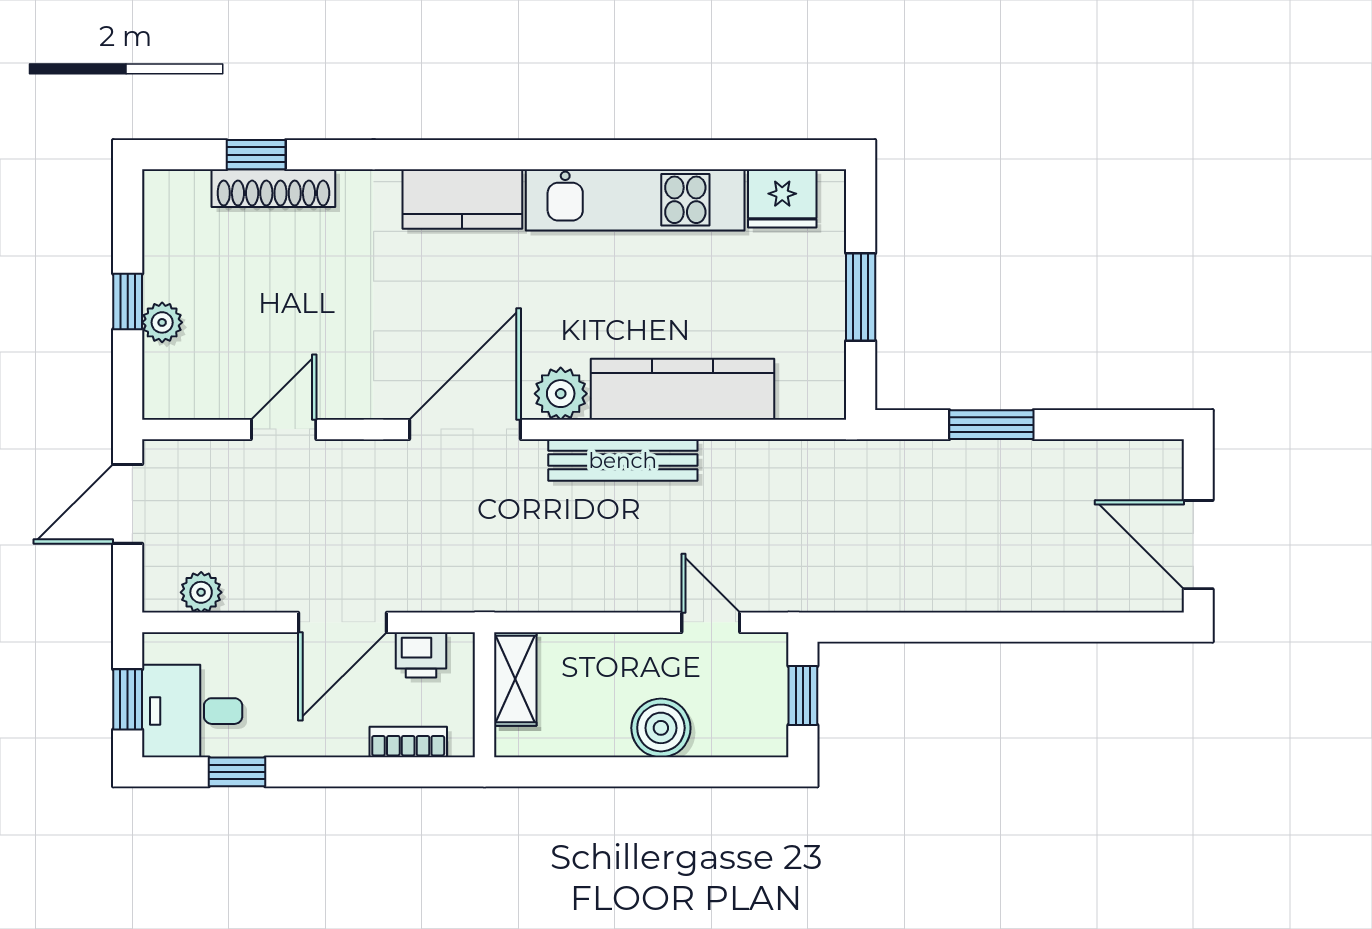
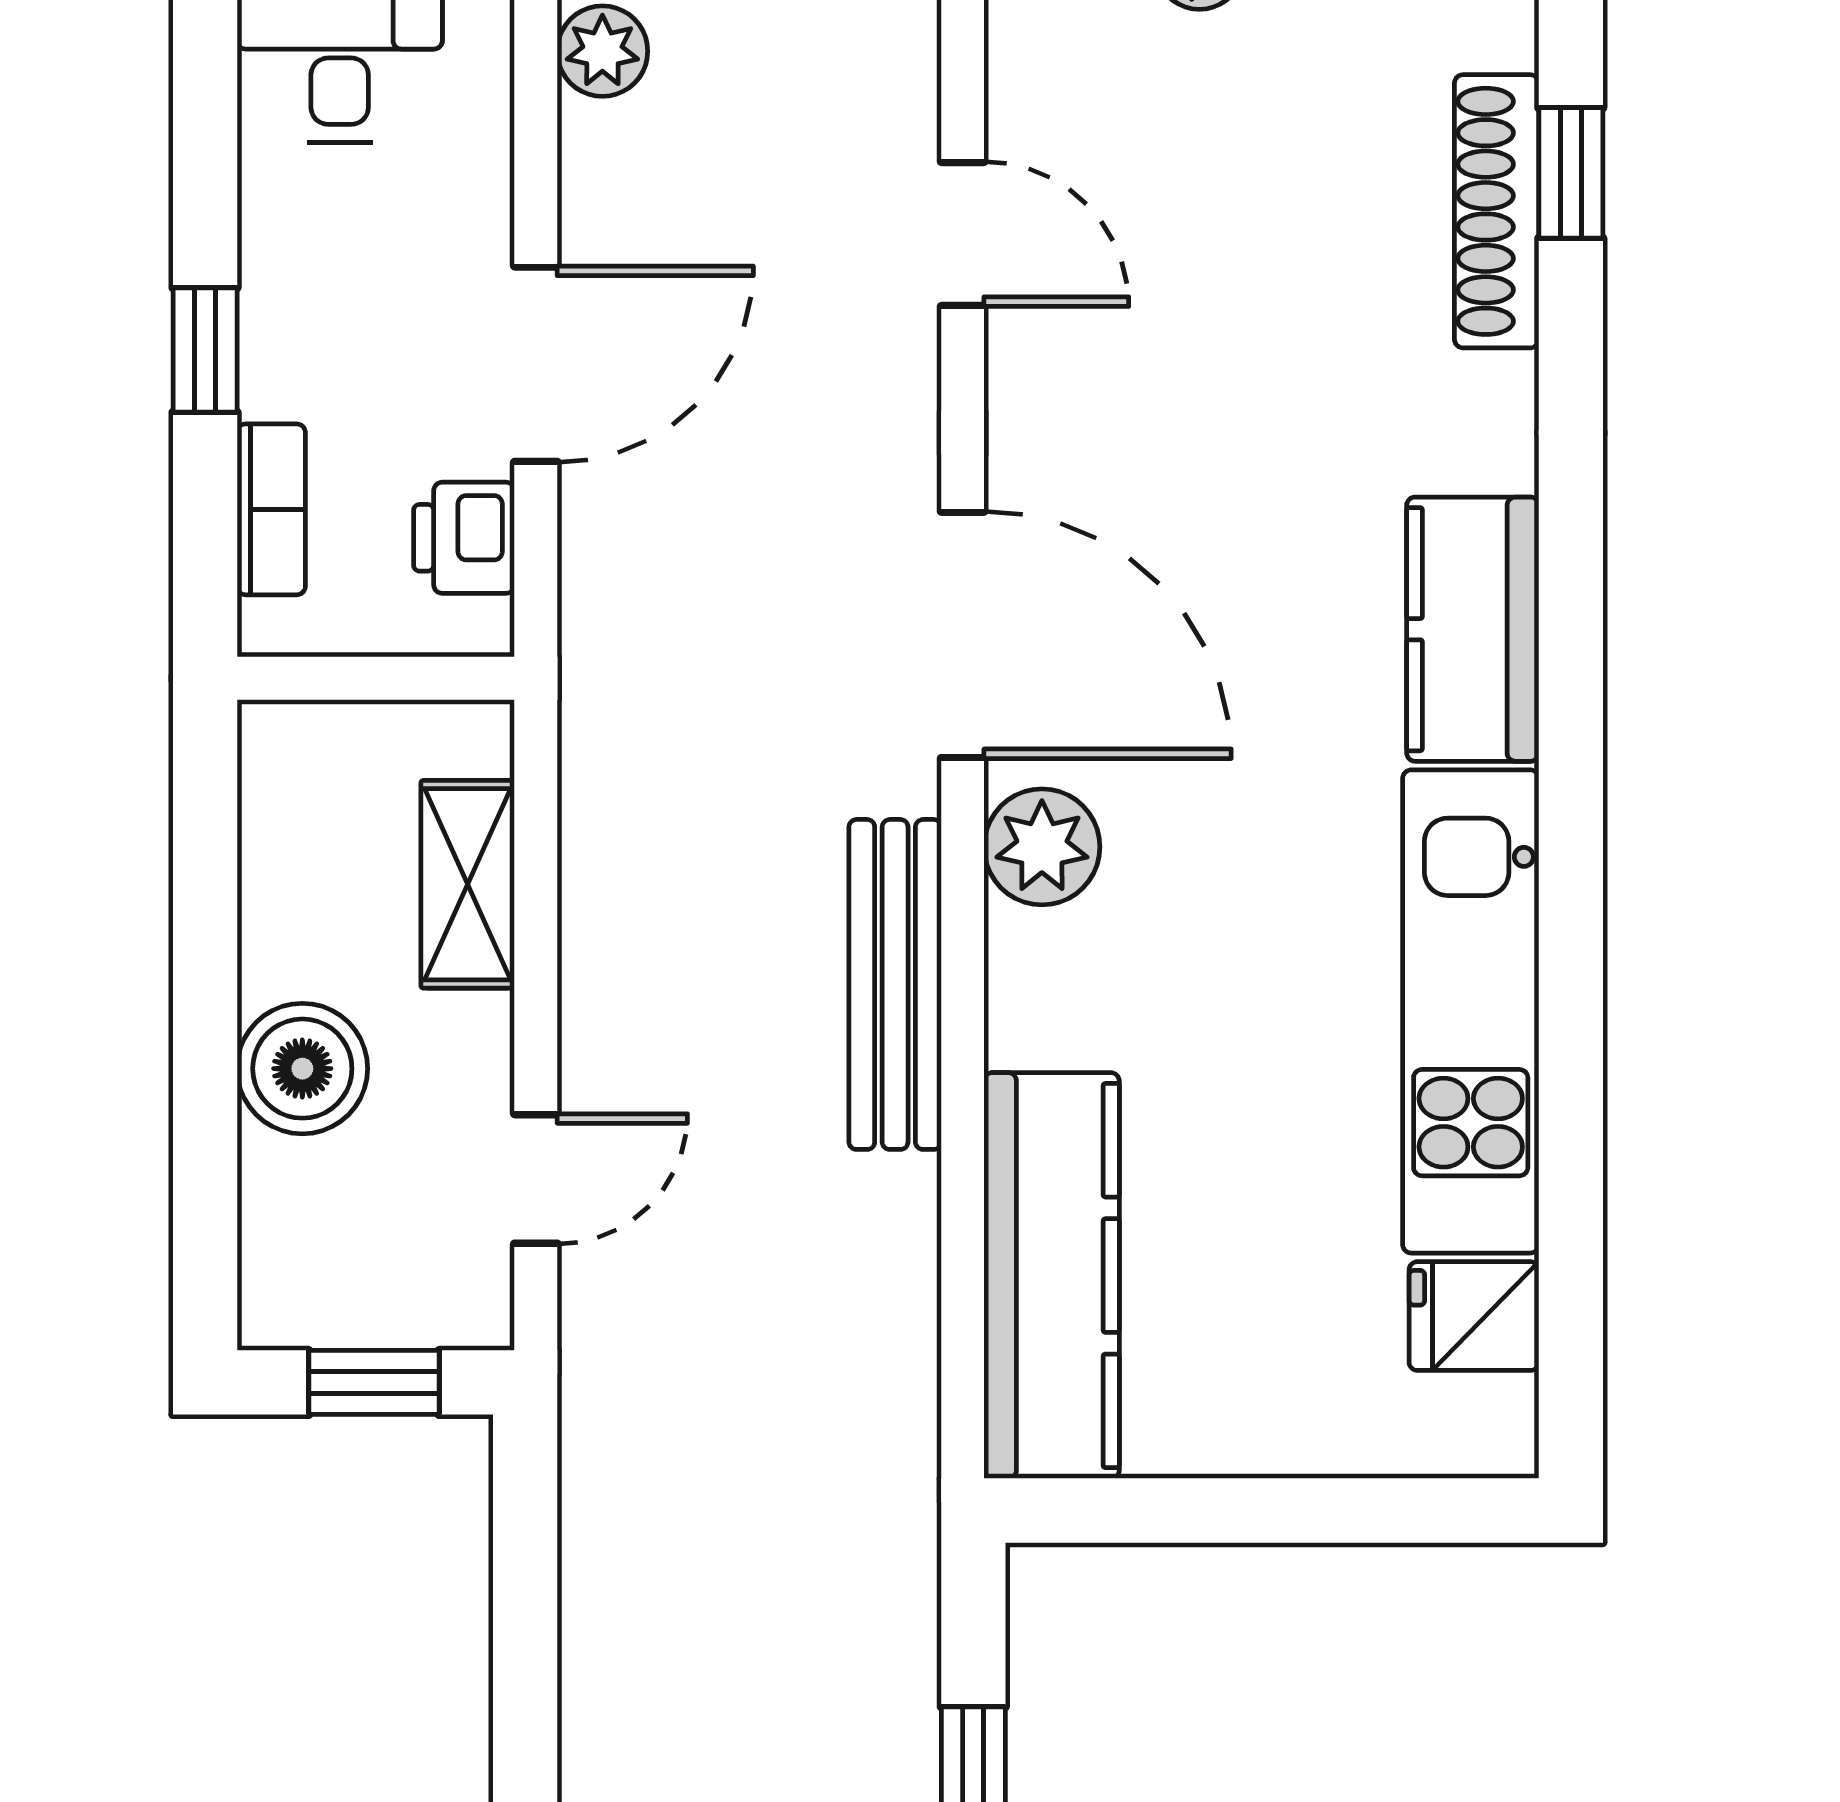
fridge: (782, 198) -> (1474, 1316), width x0.72
window: (861, 297) -> (1256, 1511), removed
kitchen counter: (683, 389) -> (1052, 1276), moved
door: (343, 622) -> (536, 364), swing flipped
shelving: (515, 679) -> (468, 884), moved, turned 90
window: (237, 772) -> (205, 350), moved

